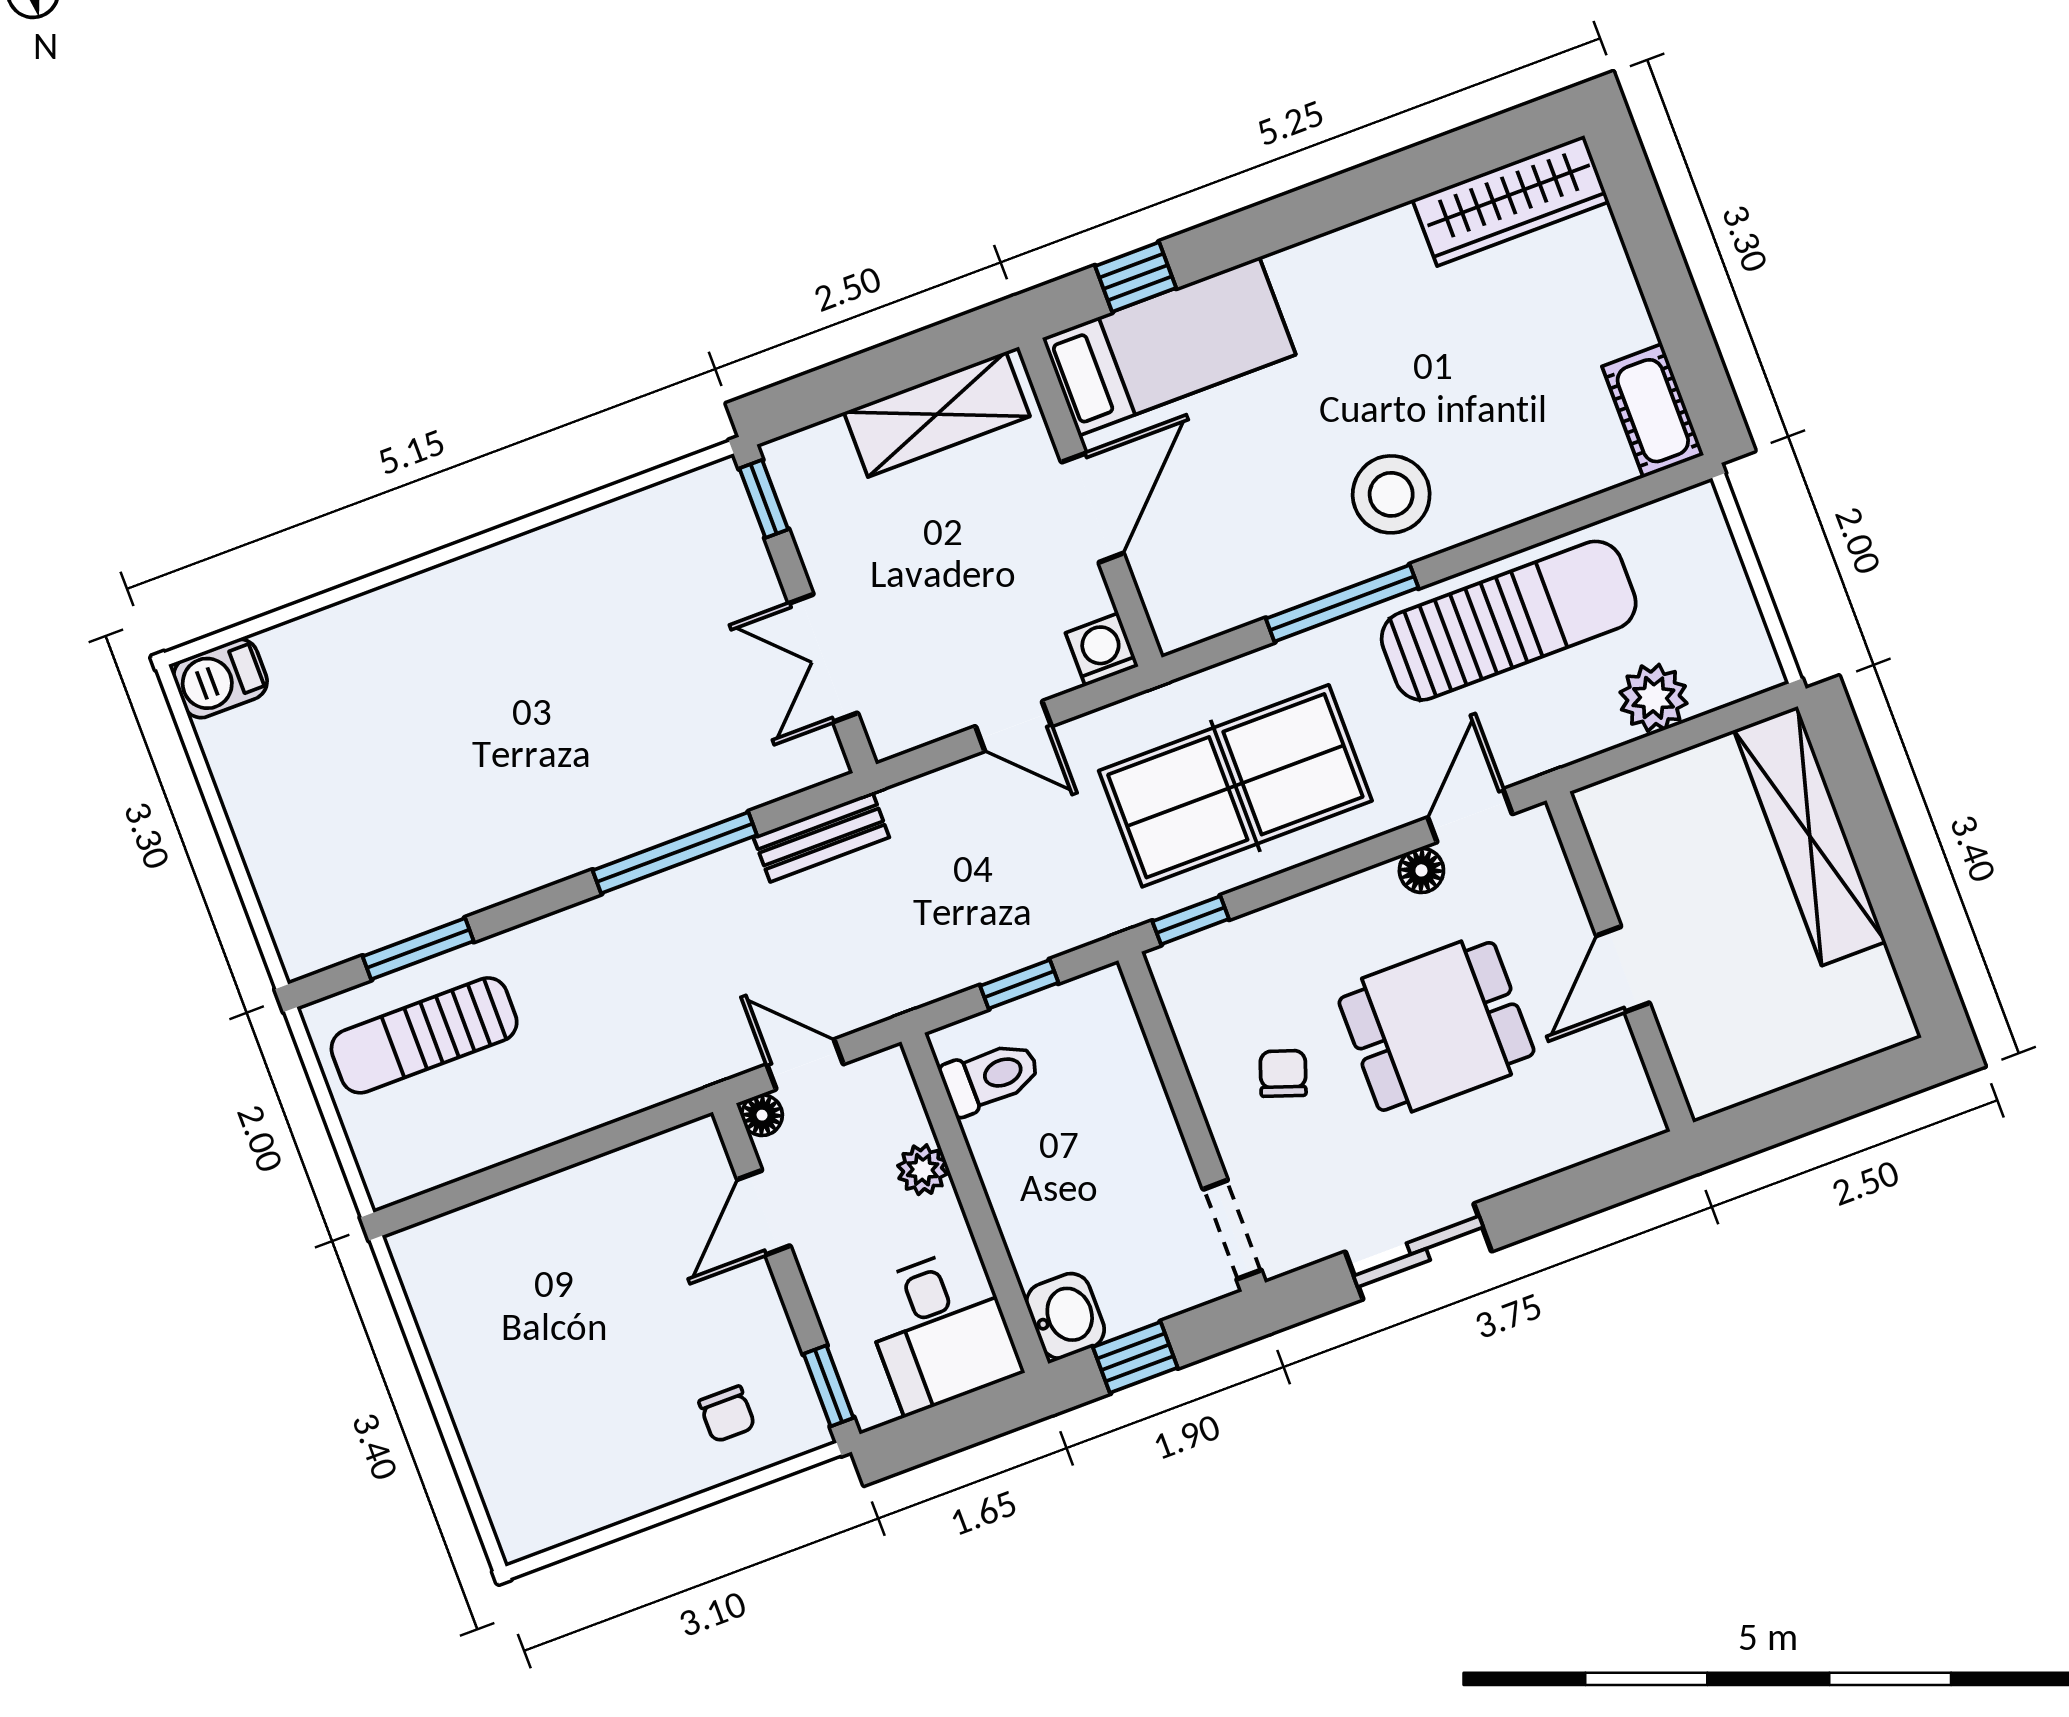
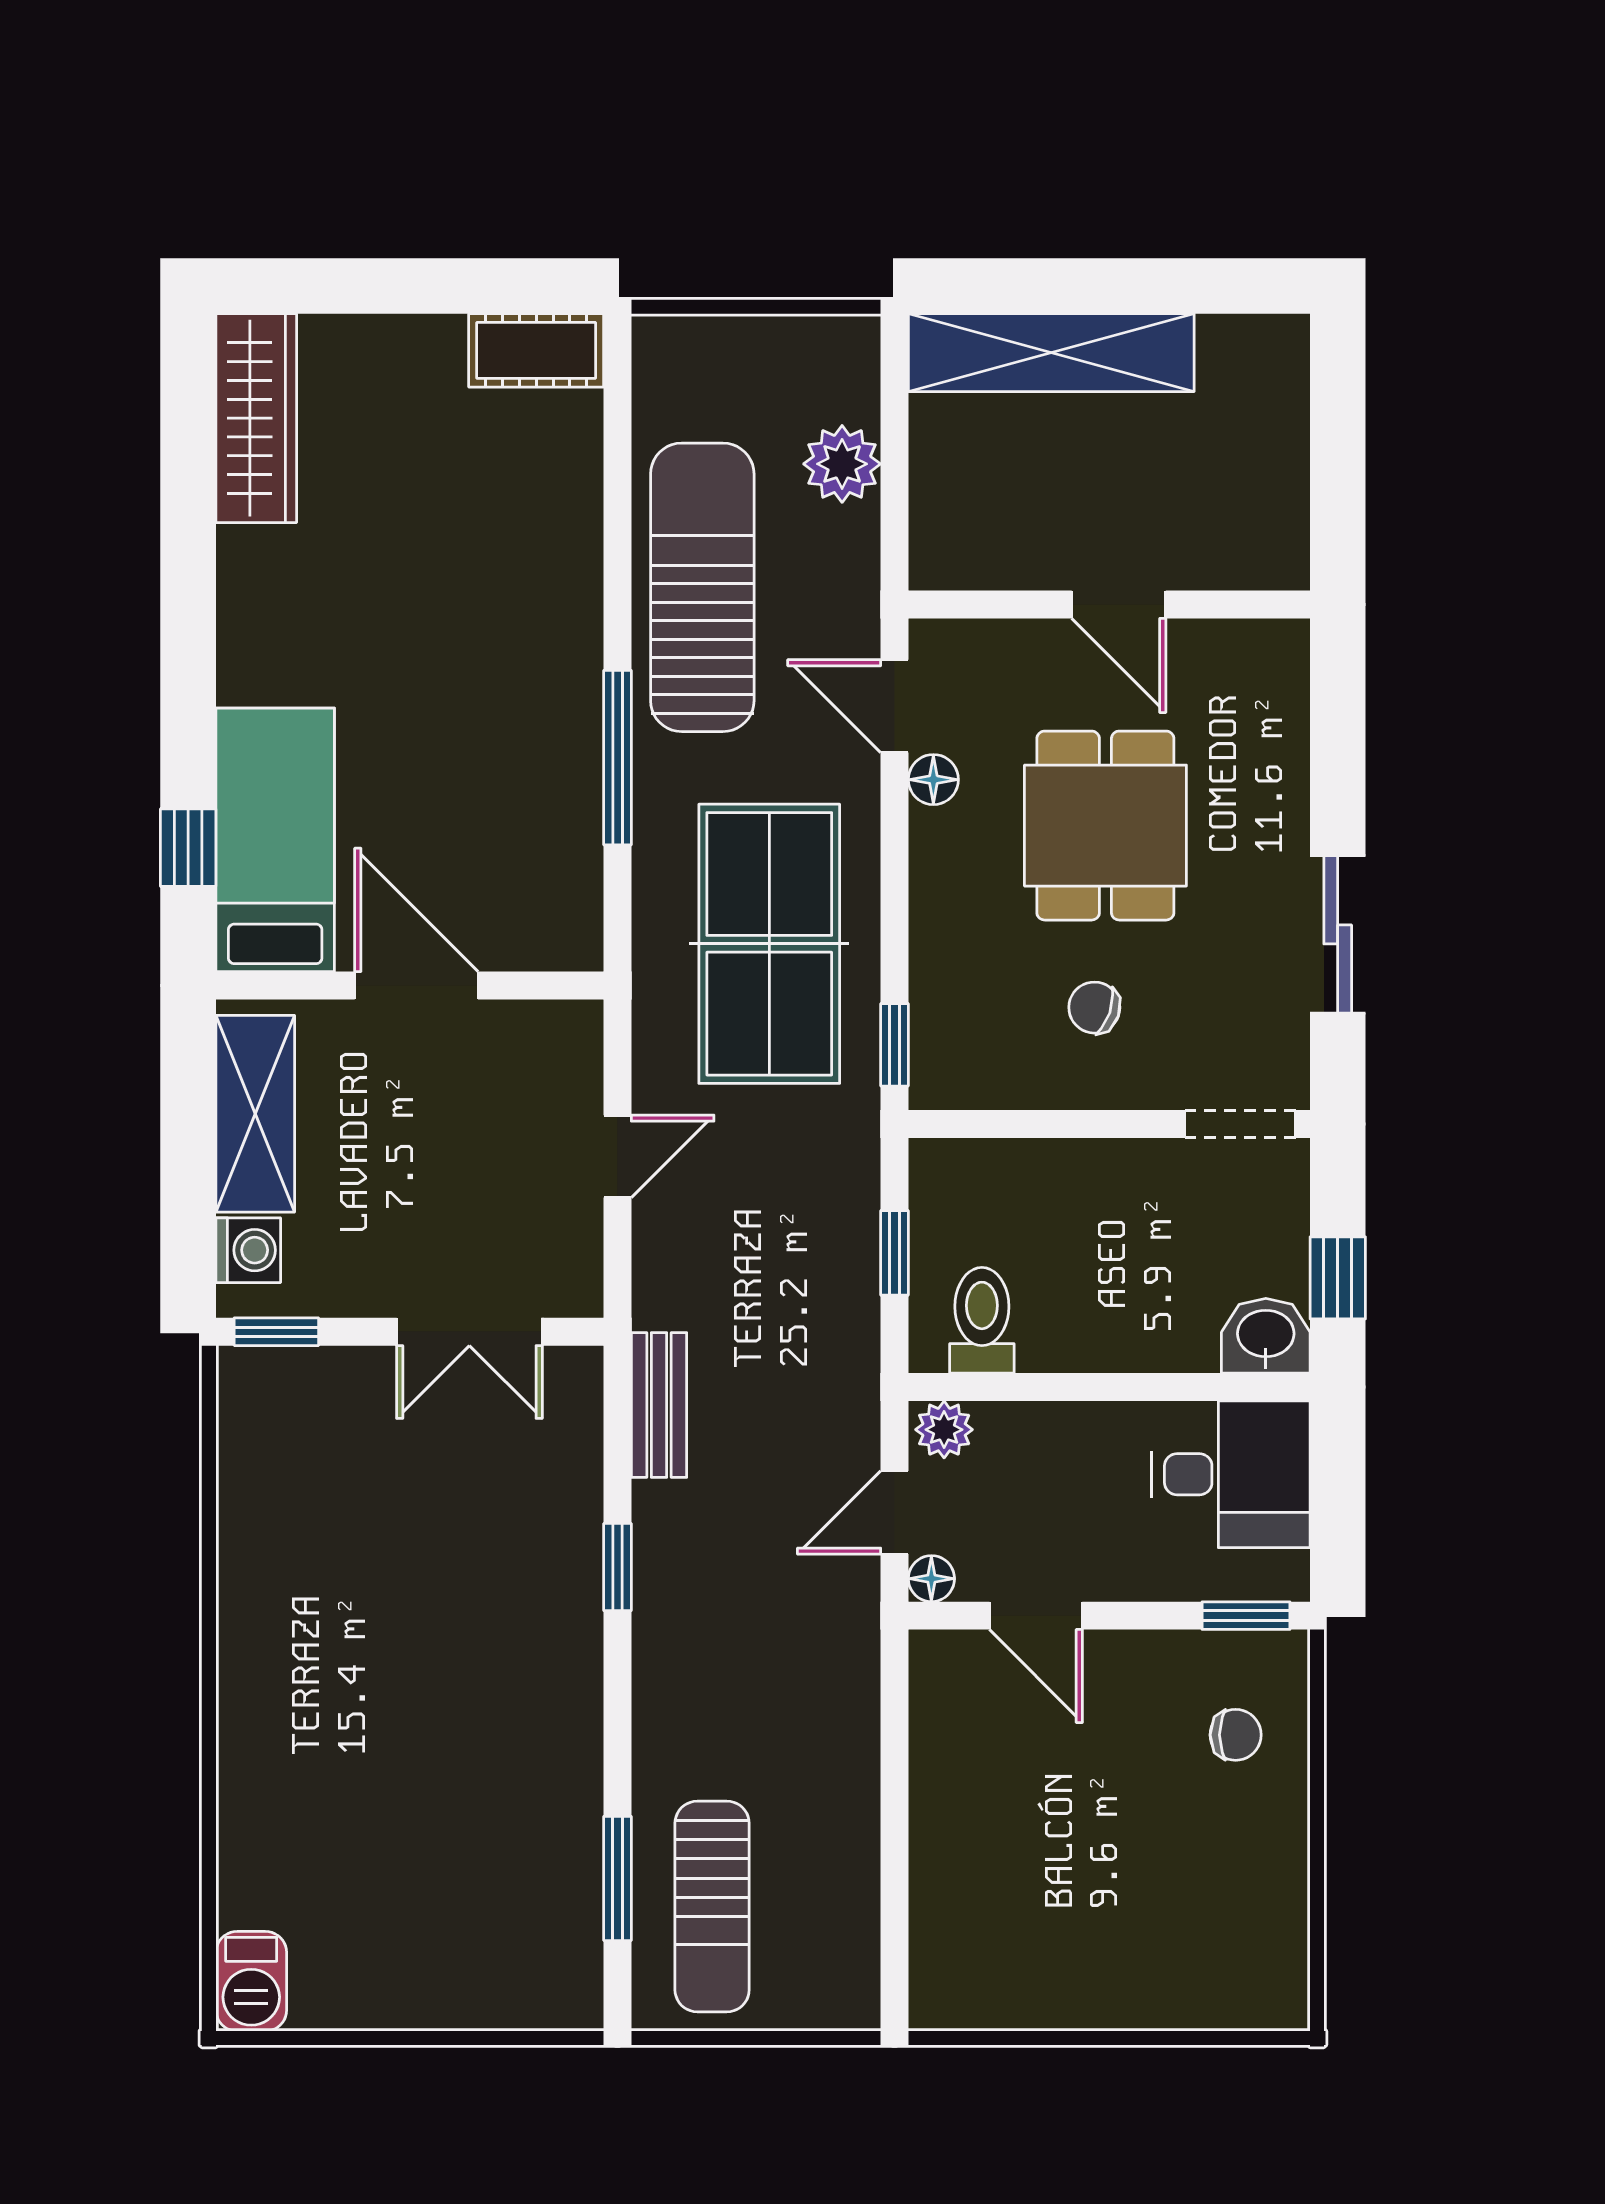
stool: (1391, 494) -> (521, 662), removed
washing machine: (1102, 650) -> (248, 1250), moved, turned 180
window: (675, 853) -> (618, 1567), width x0.46
plant: (923, 1170) -> (944, 1430), moved

